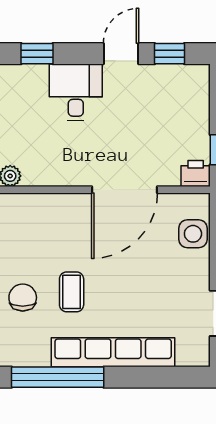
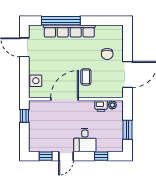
printer: (196, 173) -> (101, 106), moved
coffee table: (72, 292) -> (86, 77), moved
window: (58, 377) -> (61, 21), moved

